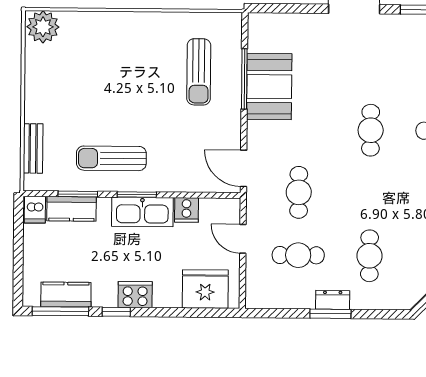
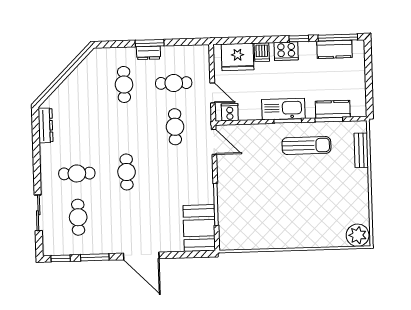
sun lounger: (199, 72) -> (248, 208), removed
booth: (269, 87) -> (199, 228), moved
dishwasher: (35, 210) -> (262, 52), moved, turned 180
cooker: (186, 210) -> (230, 112), moved

